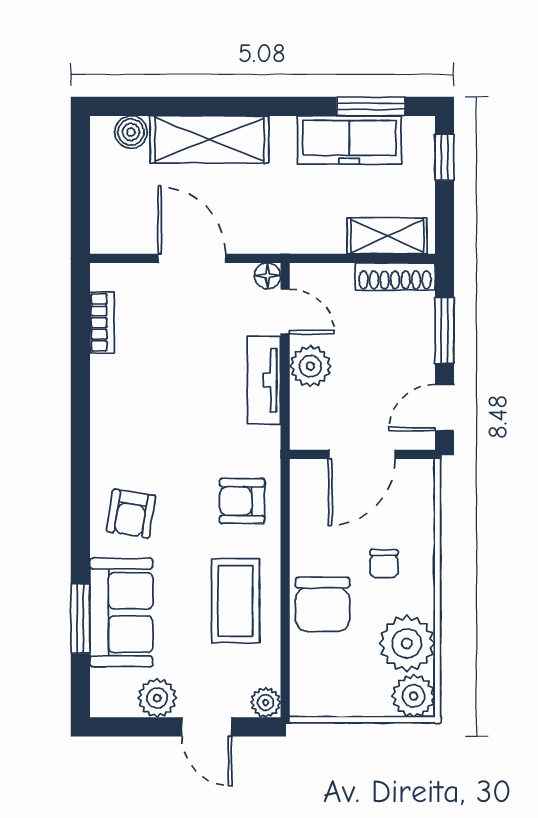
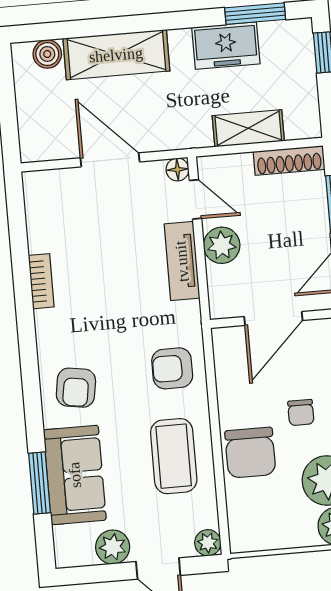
freezer: (349, 140) -> (226, 46), width x0.71
shelving: (387, 236) -> (248, 128), moved
bookcase: (102, 322) -> (41, 281), moved

